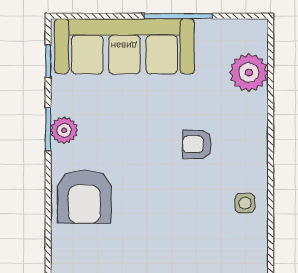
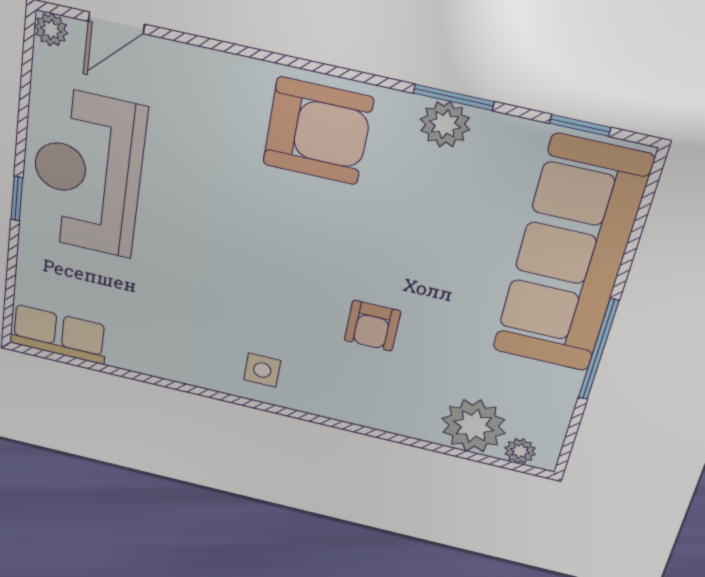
plant: (259, 42) -> (520, 451), added
armchair: (197, 144) -> (372, 326), turned 180
armchair: (84, 197) -> (318, 131), turned 180

